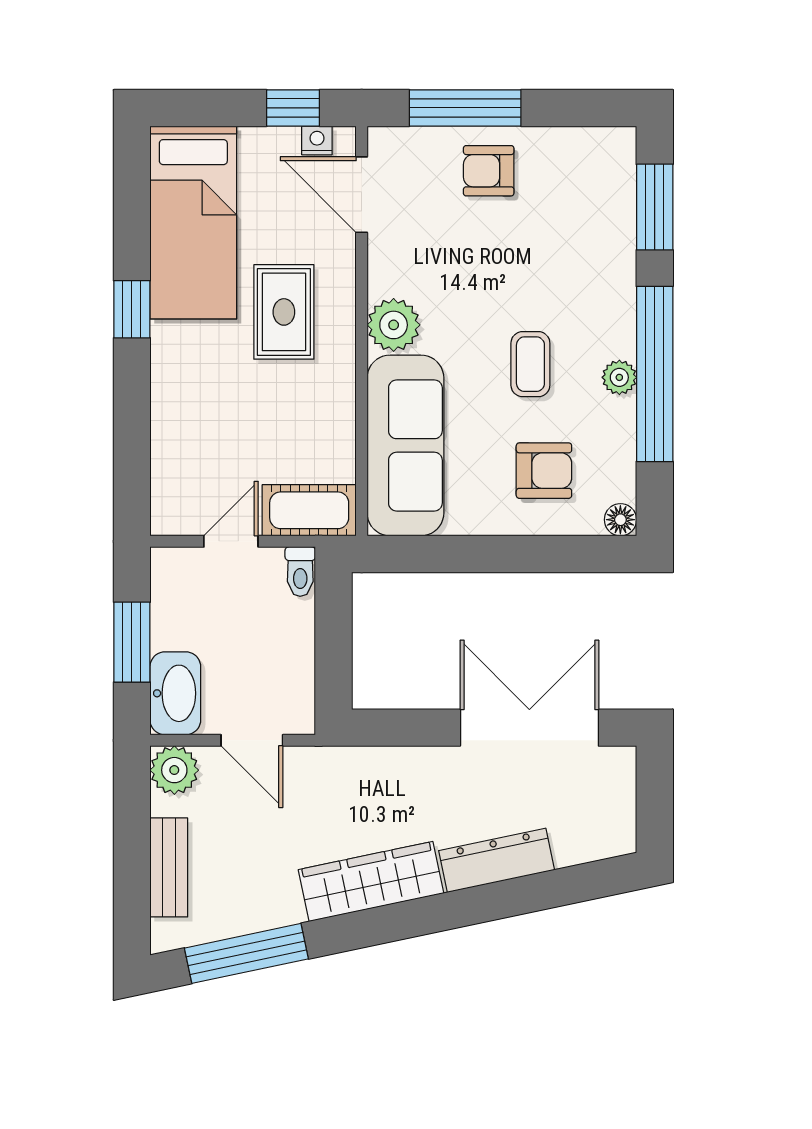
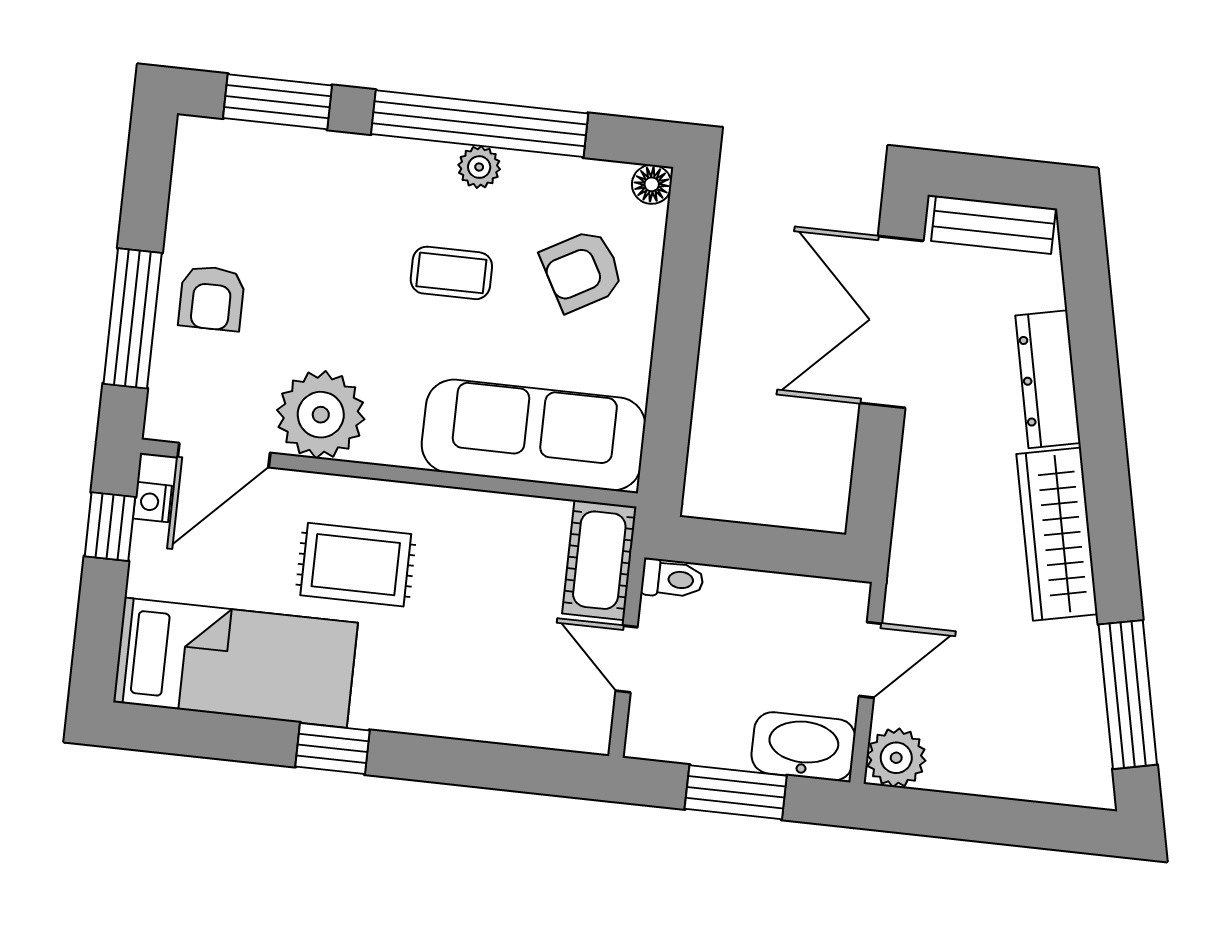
plant: (394, 325) -> (321, 415), moved, width x1.36, depth x1.36
armchair: (544, 471) -> (582, 271), turned -119
bench: (169, 867) -> (994, 225), moved

